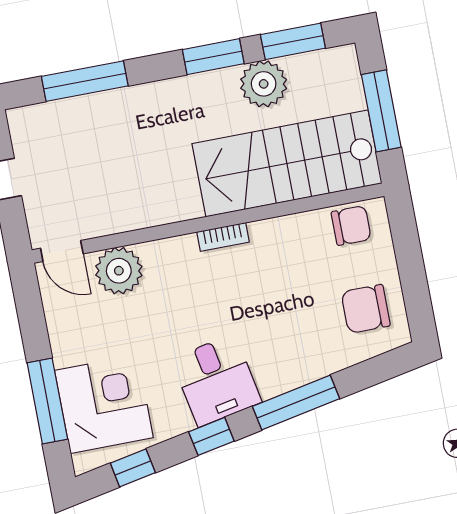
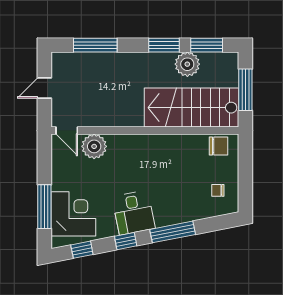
bookcase: (223, 237) -> (151, 139), removed
chair: (366, 309) -> (218, 190), width x0.54, depth x0.54

